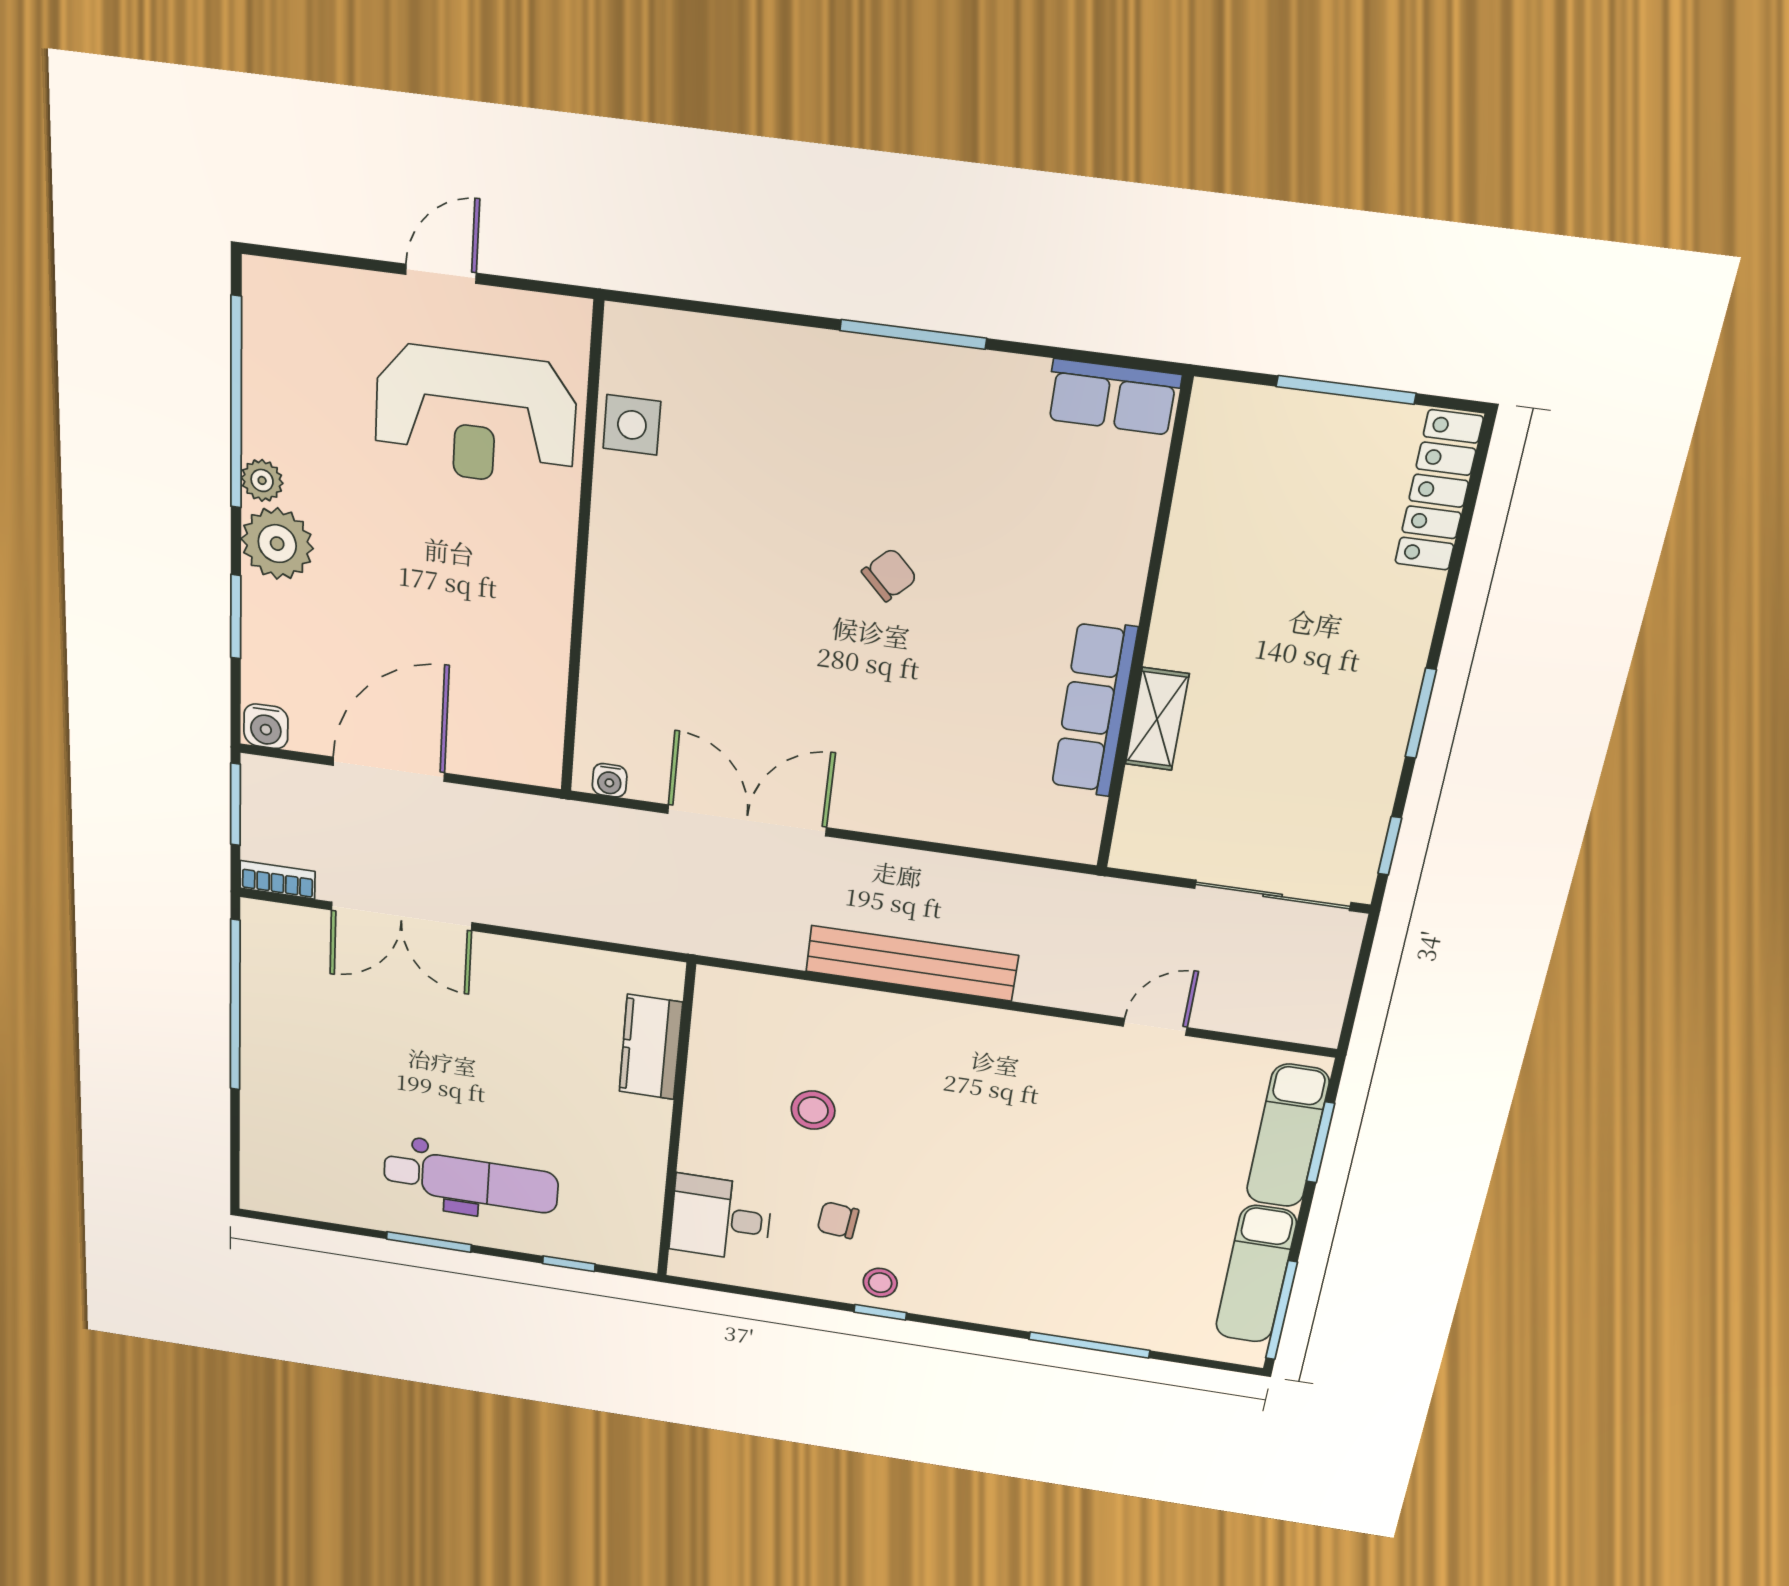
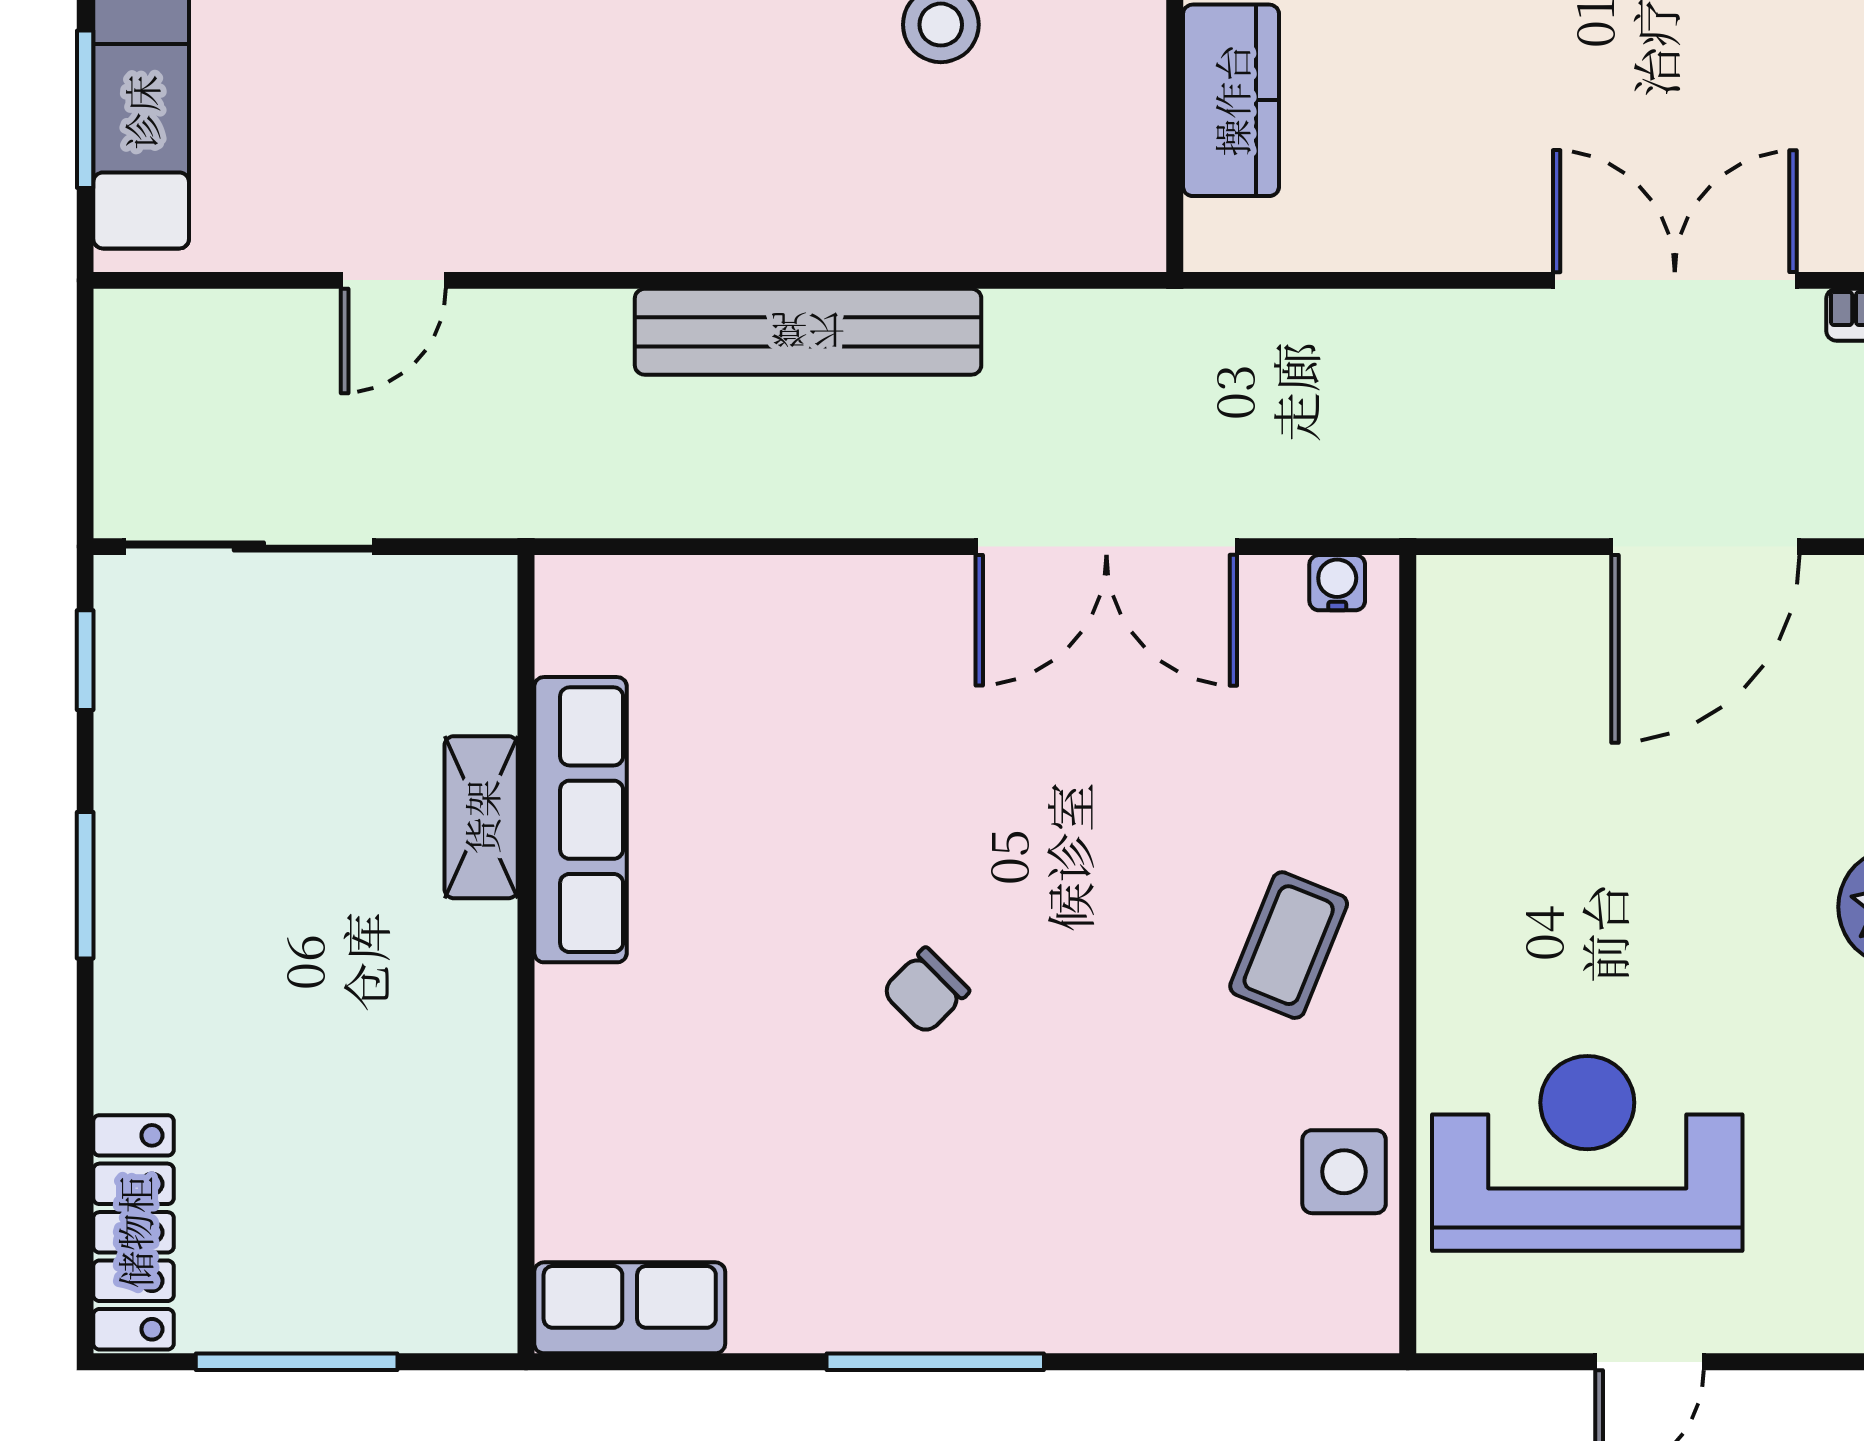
coffee table: (656, 572) -> (1289, 945), added

